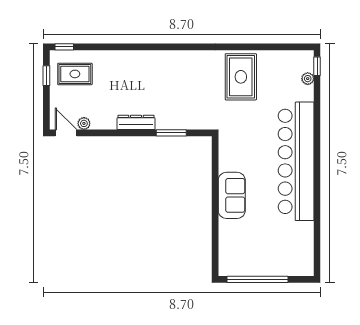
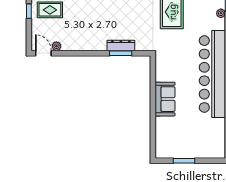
dresser: (136, 122) -> (121, 45), moved
window: (257, 279) -> (184, 161), width x0.47

